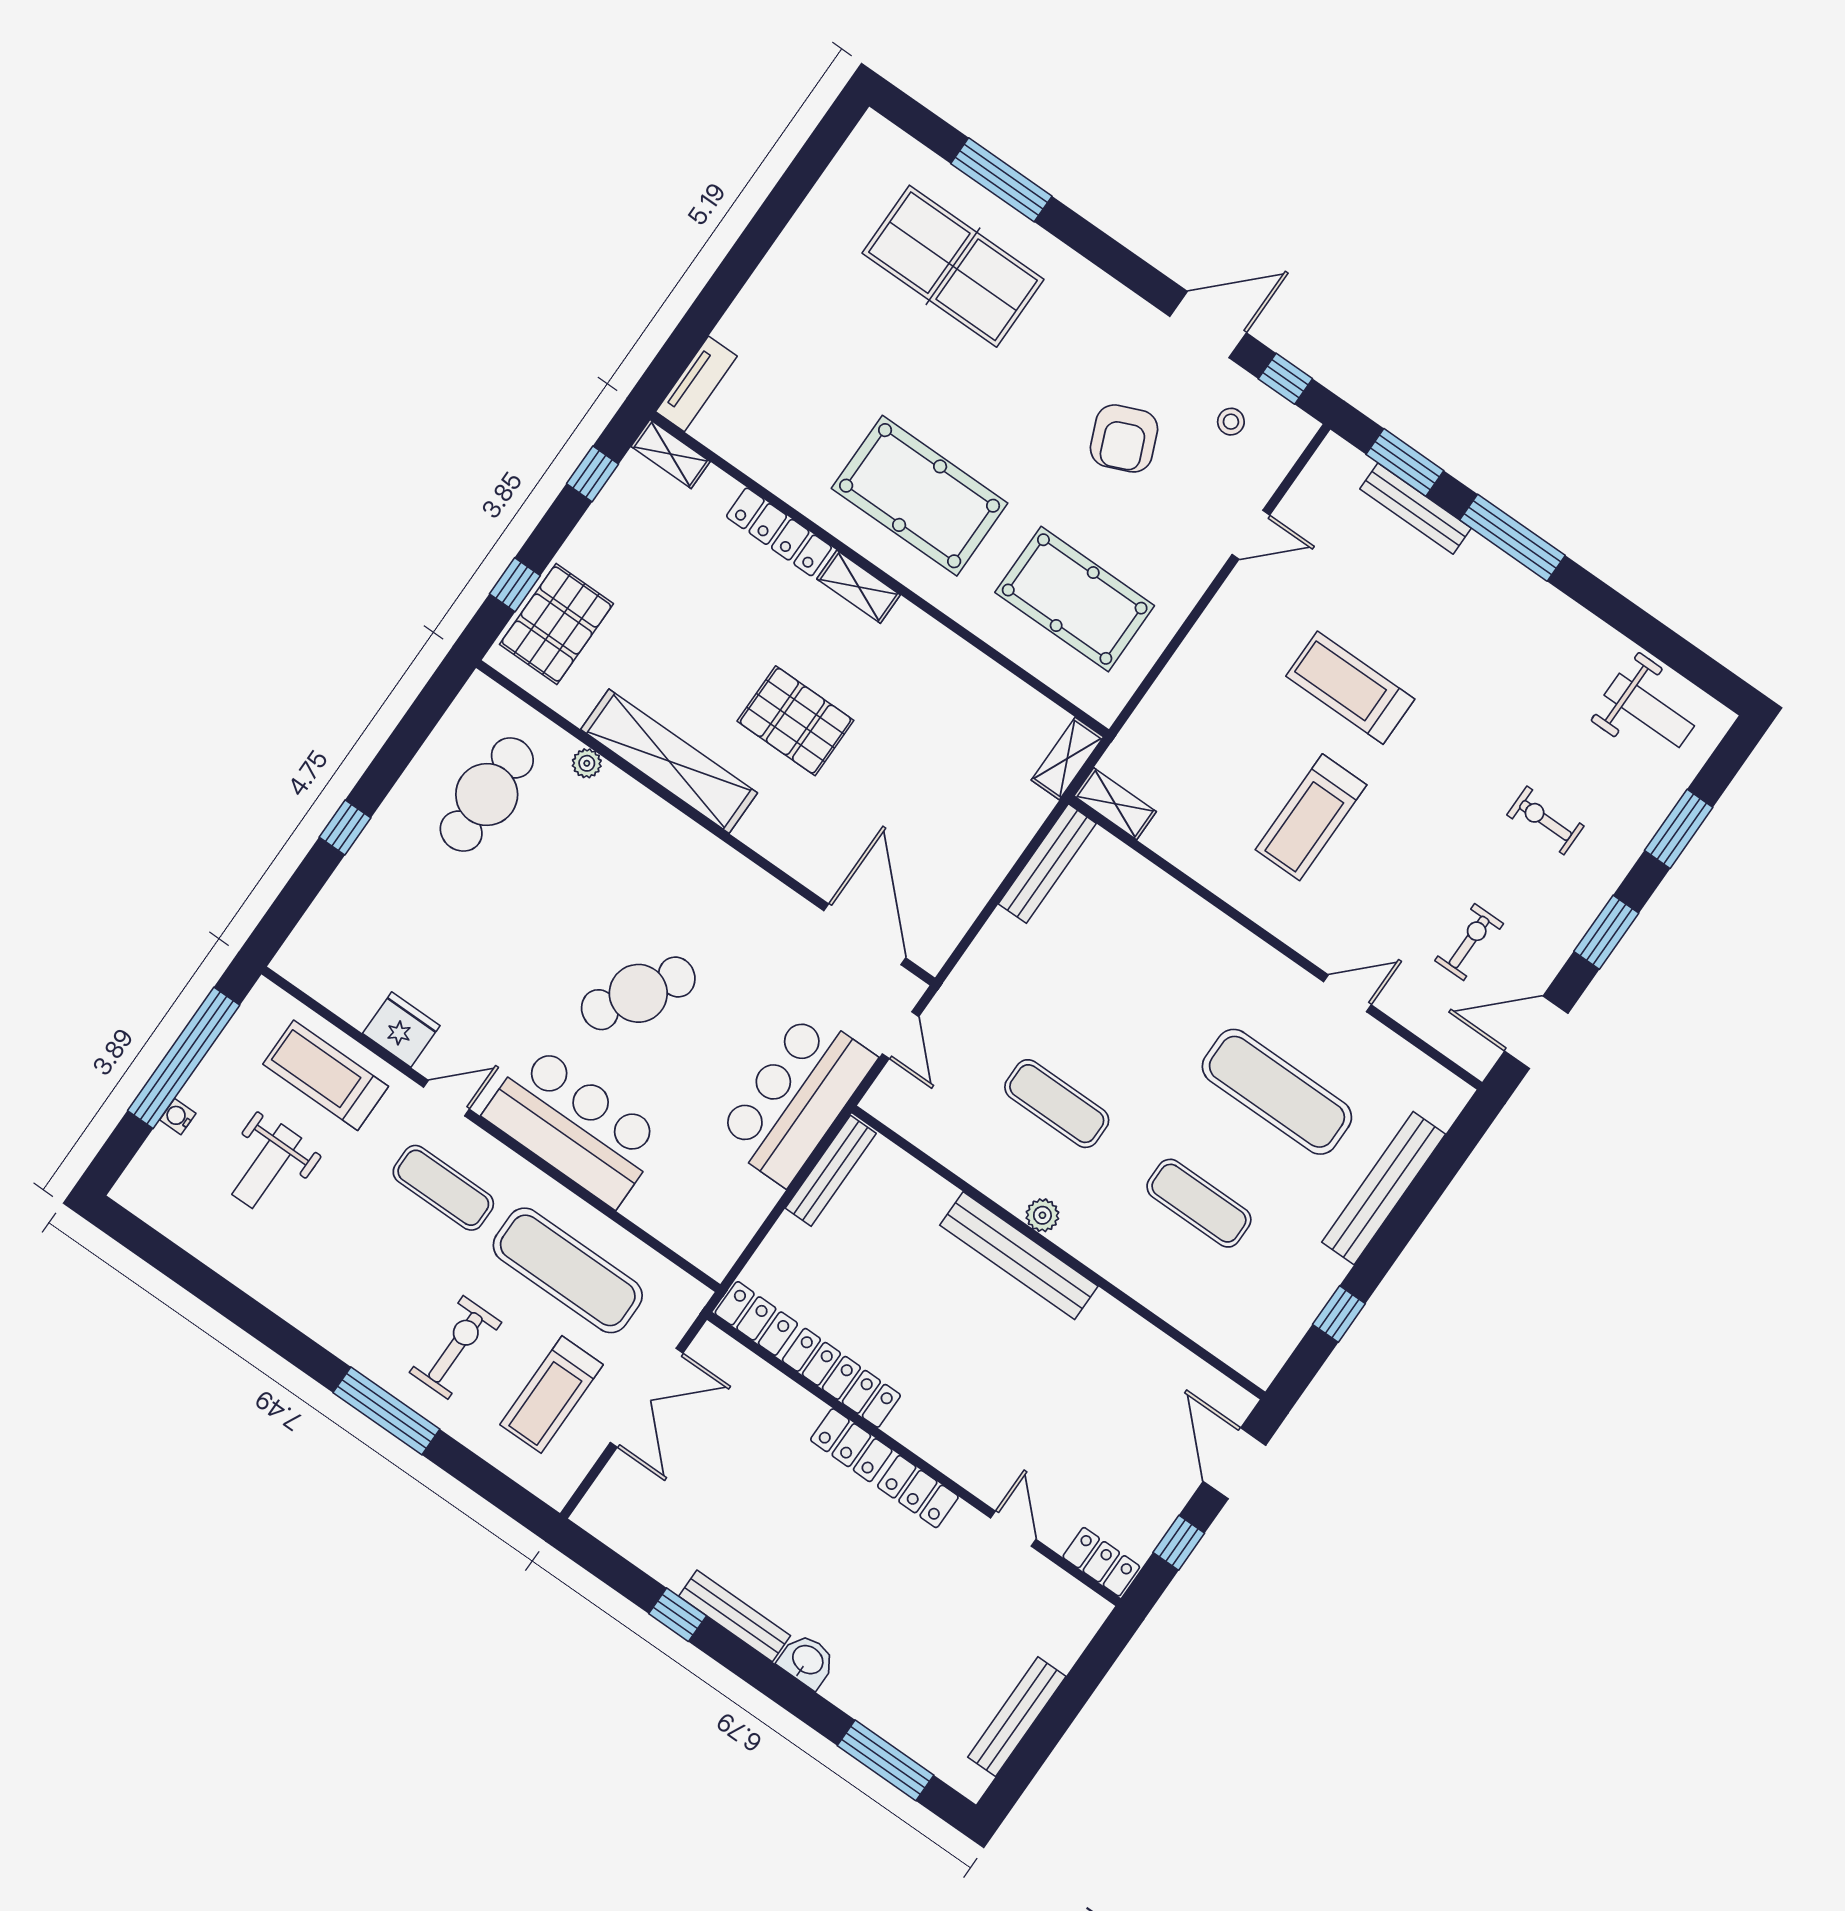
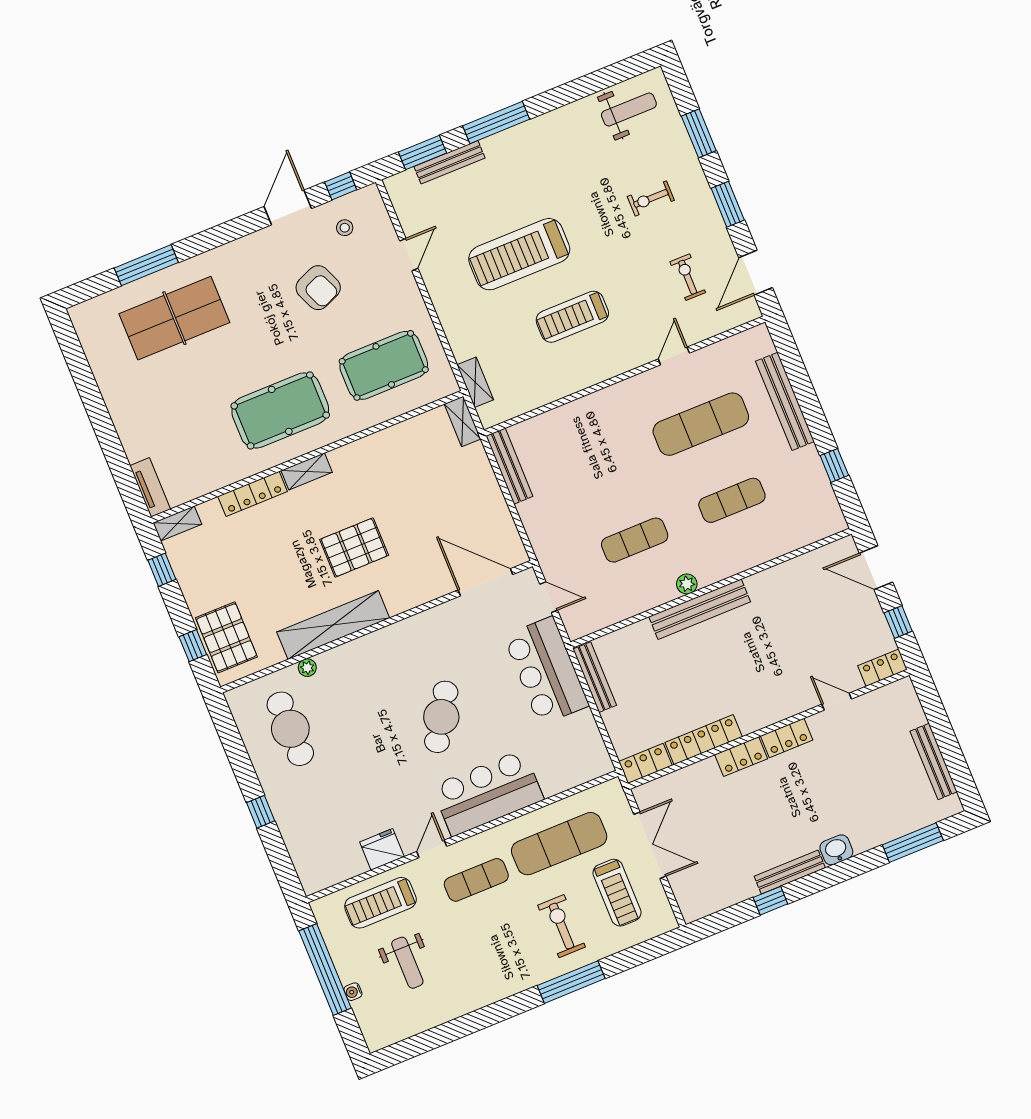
treadmill: (1350, 688) -> (519, 254), width x1.37, depth x1.38
shelving: (1115, 804) -> (475, 382), moved, turned 90
treadmill: (1311, 817) -> (572, 317), turned 90

